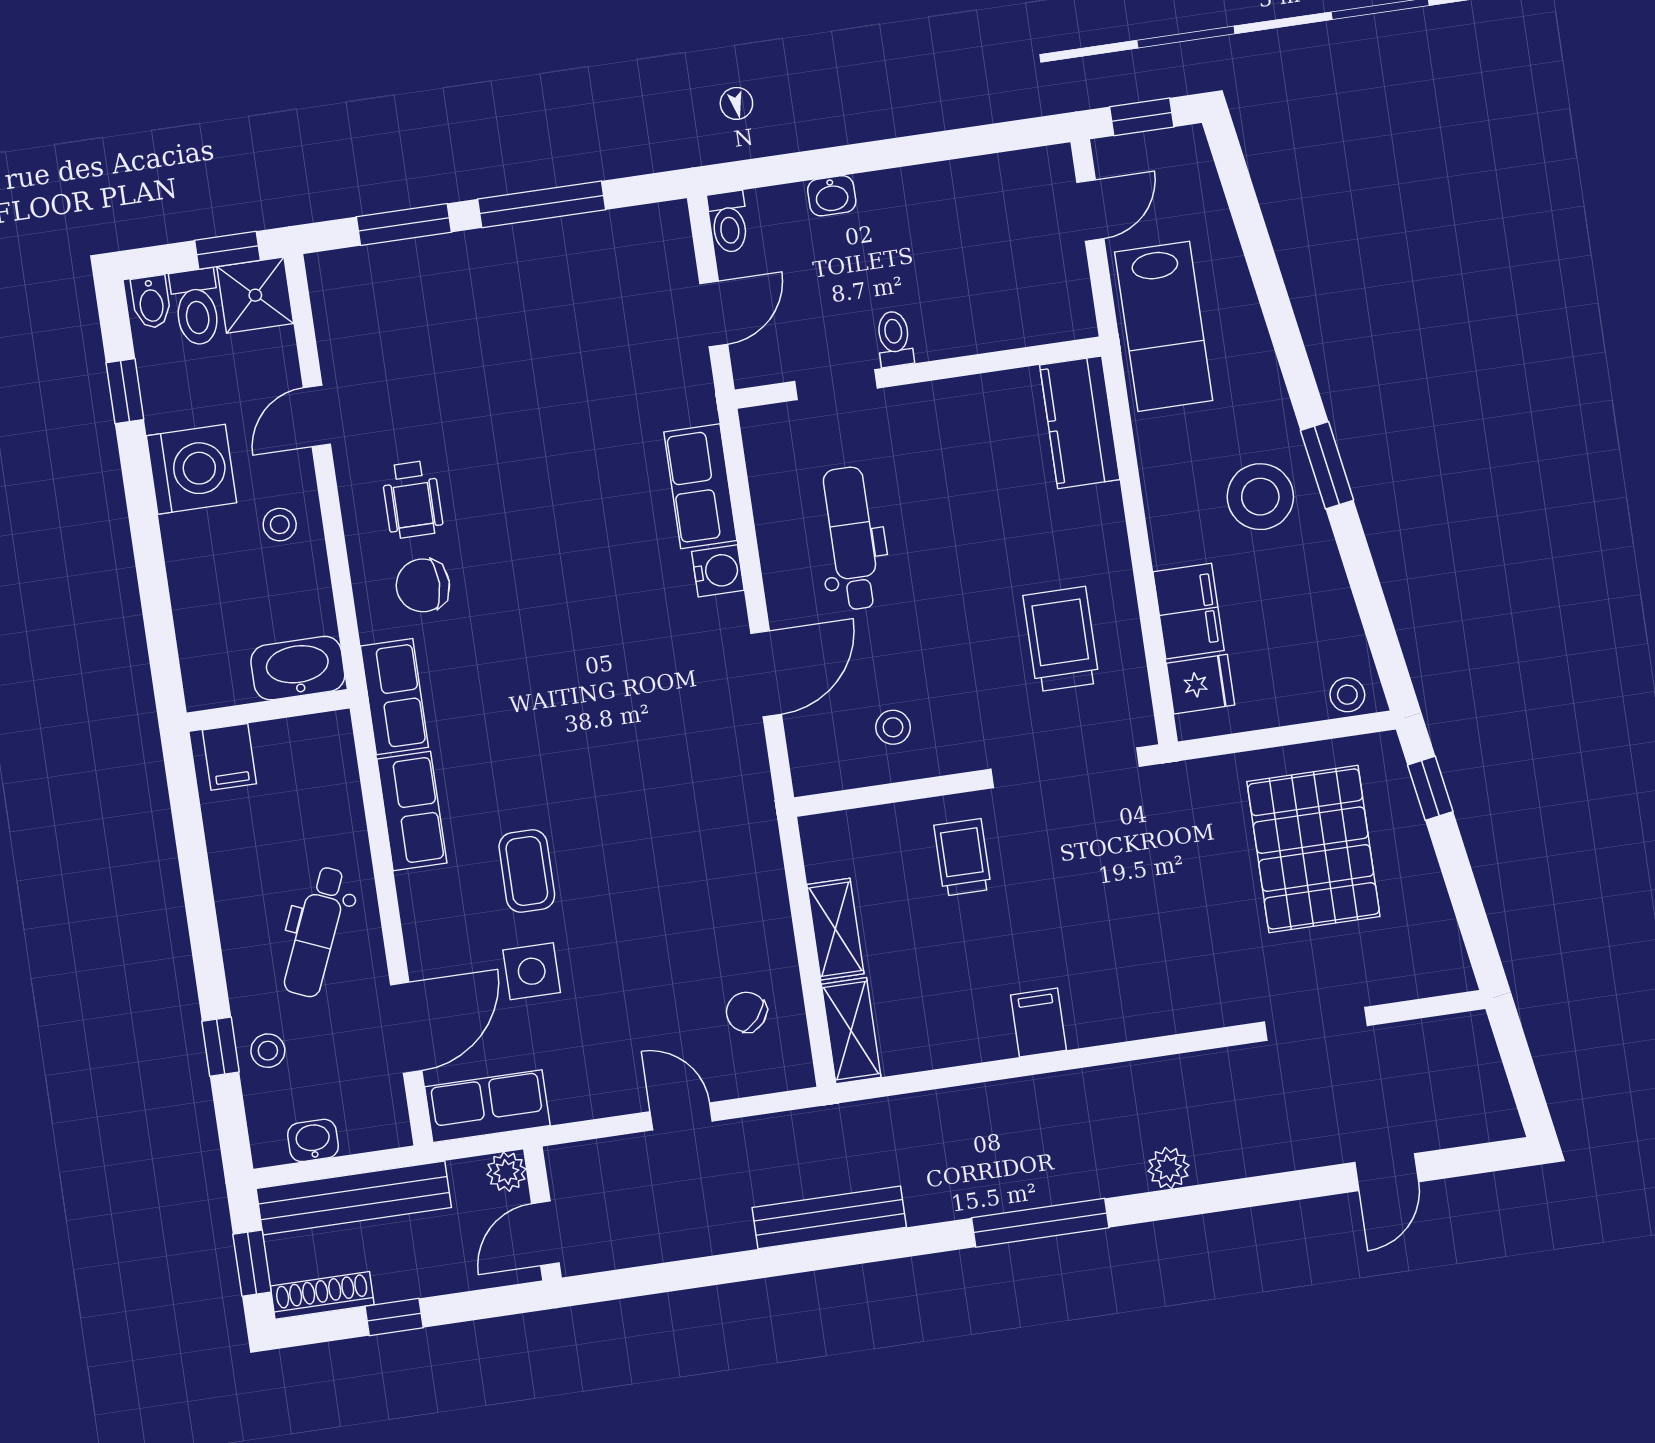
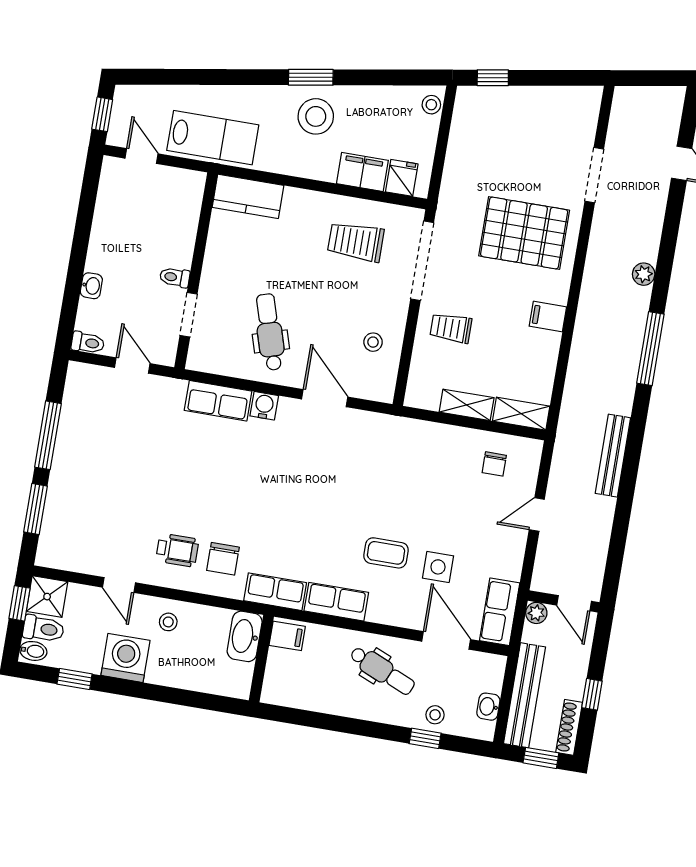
dental chair: (852, 538) -> (270, 332), turned 73
filing cabinet: (229, 757) -> (287, 636), moved
pallet: (1313, 849) -> (524, 233), moved
chair: (746, 1012) -> (494, 464), turned -41

